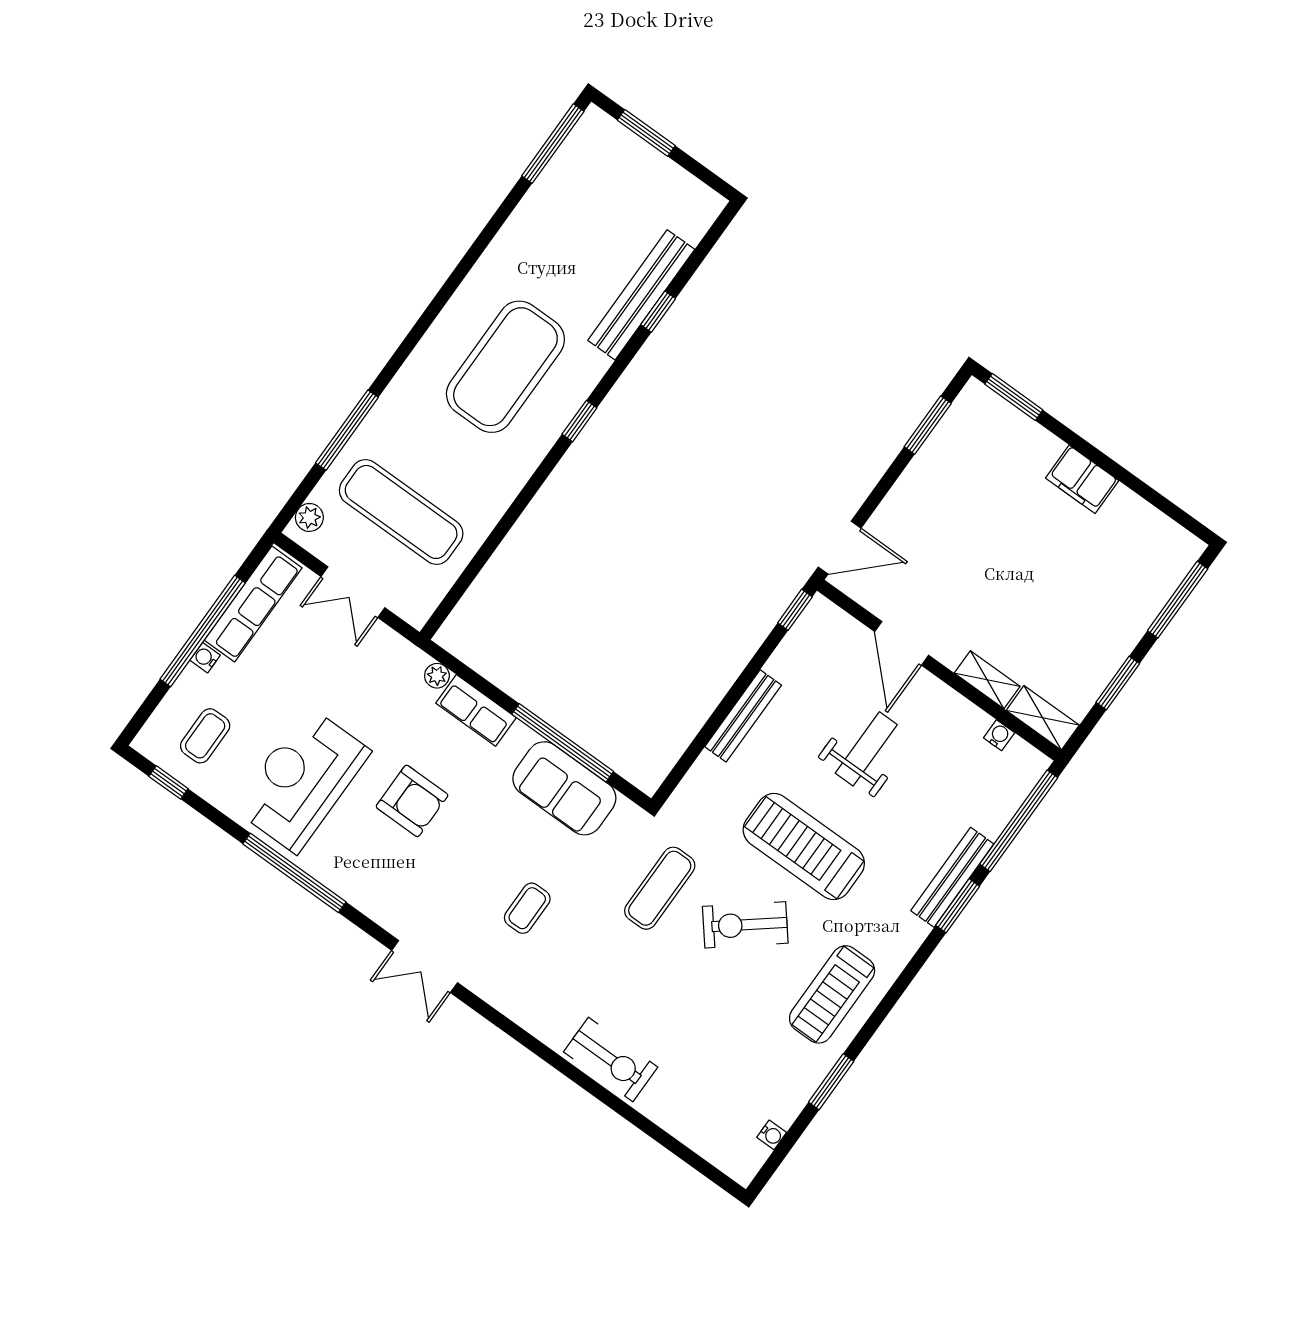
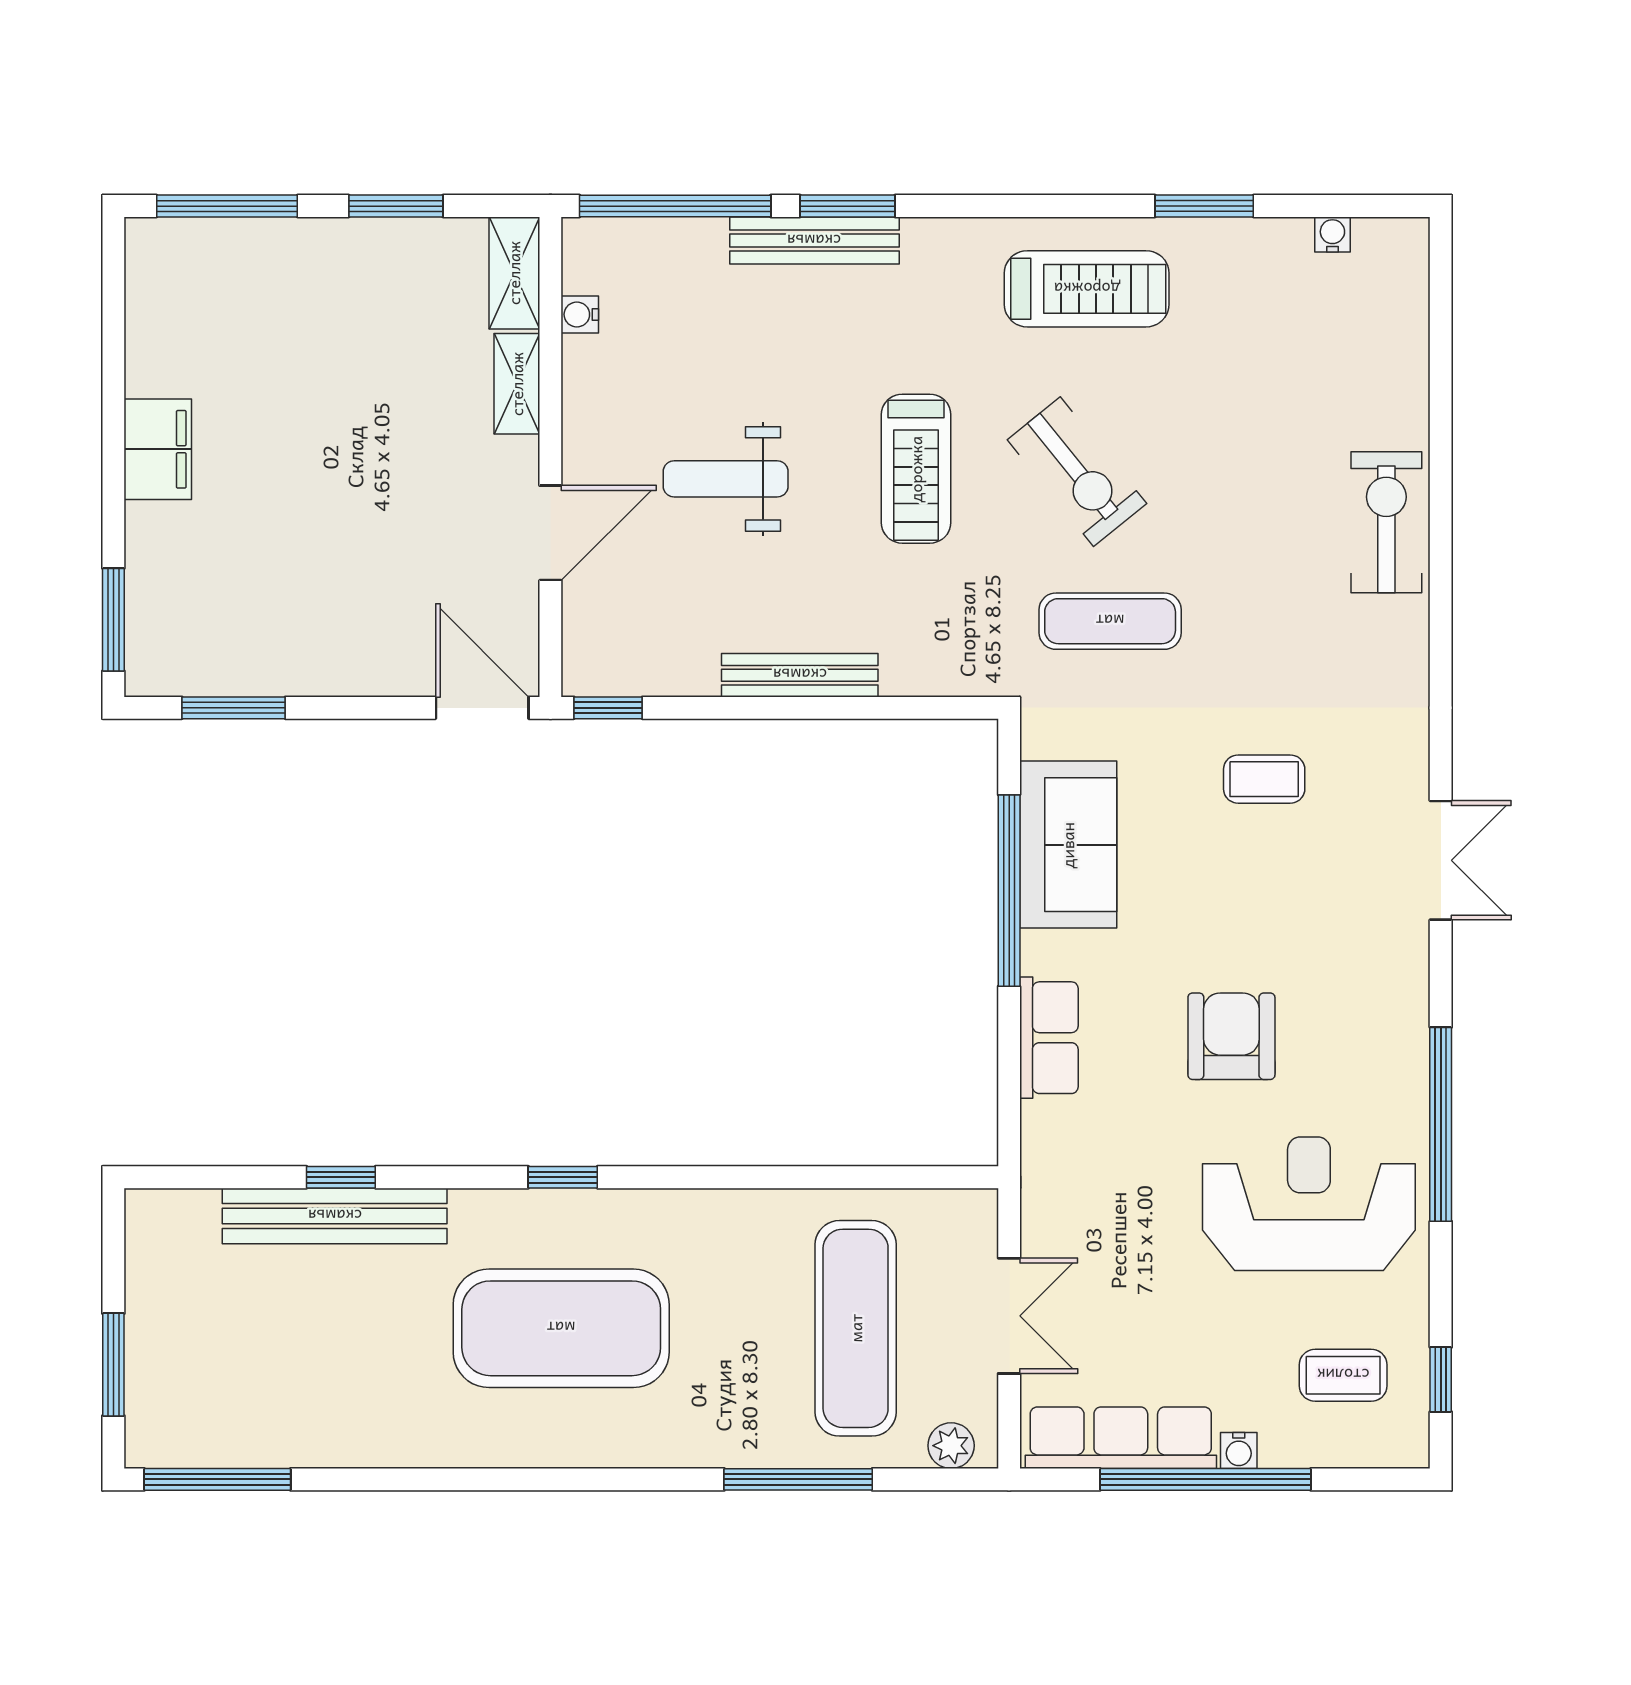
plant: (437, 676) -> (1040, 1123), removed
reception desk: (302, 780) -> (1309, 1204), turned 180
treadmill: (804, 846) -> (916, 469), width x0.73, depth x0.73

